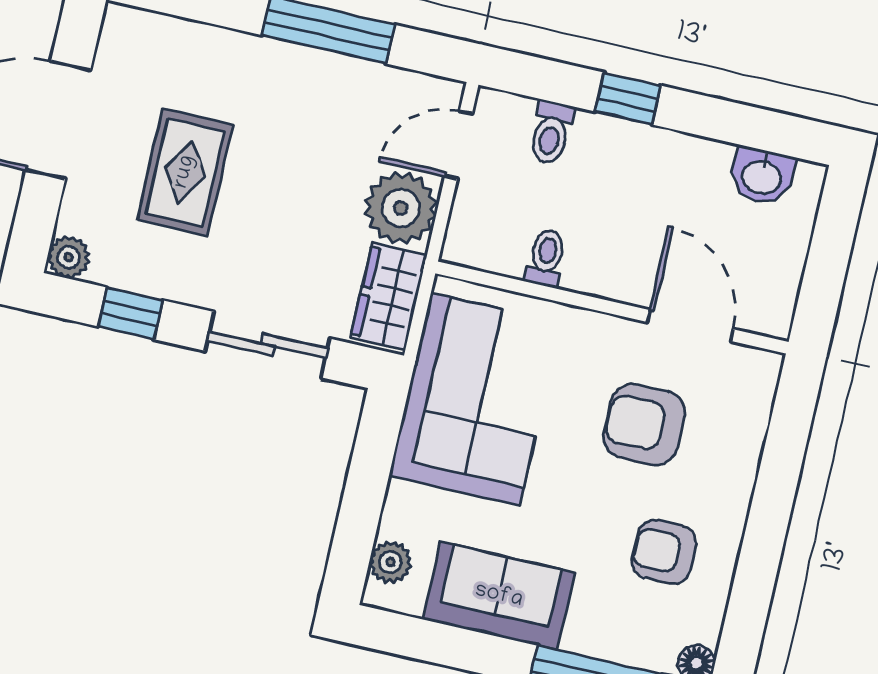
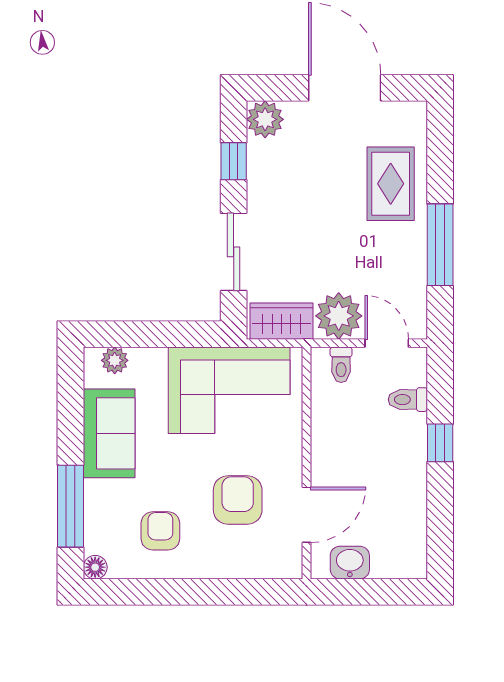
rug: (185, 172) -> (391, 184), moved, turned 90
washbasin: (762, 176) -> (350, 563), moved, turned 90
plant: (69, 257) -> (265, 119), width x1.38, depth x1.38
toilet: (546, 258) -> (341, 365), moved, turned 90

